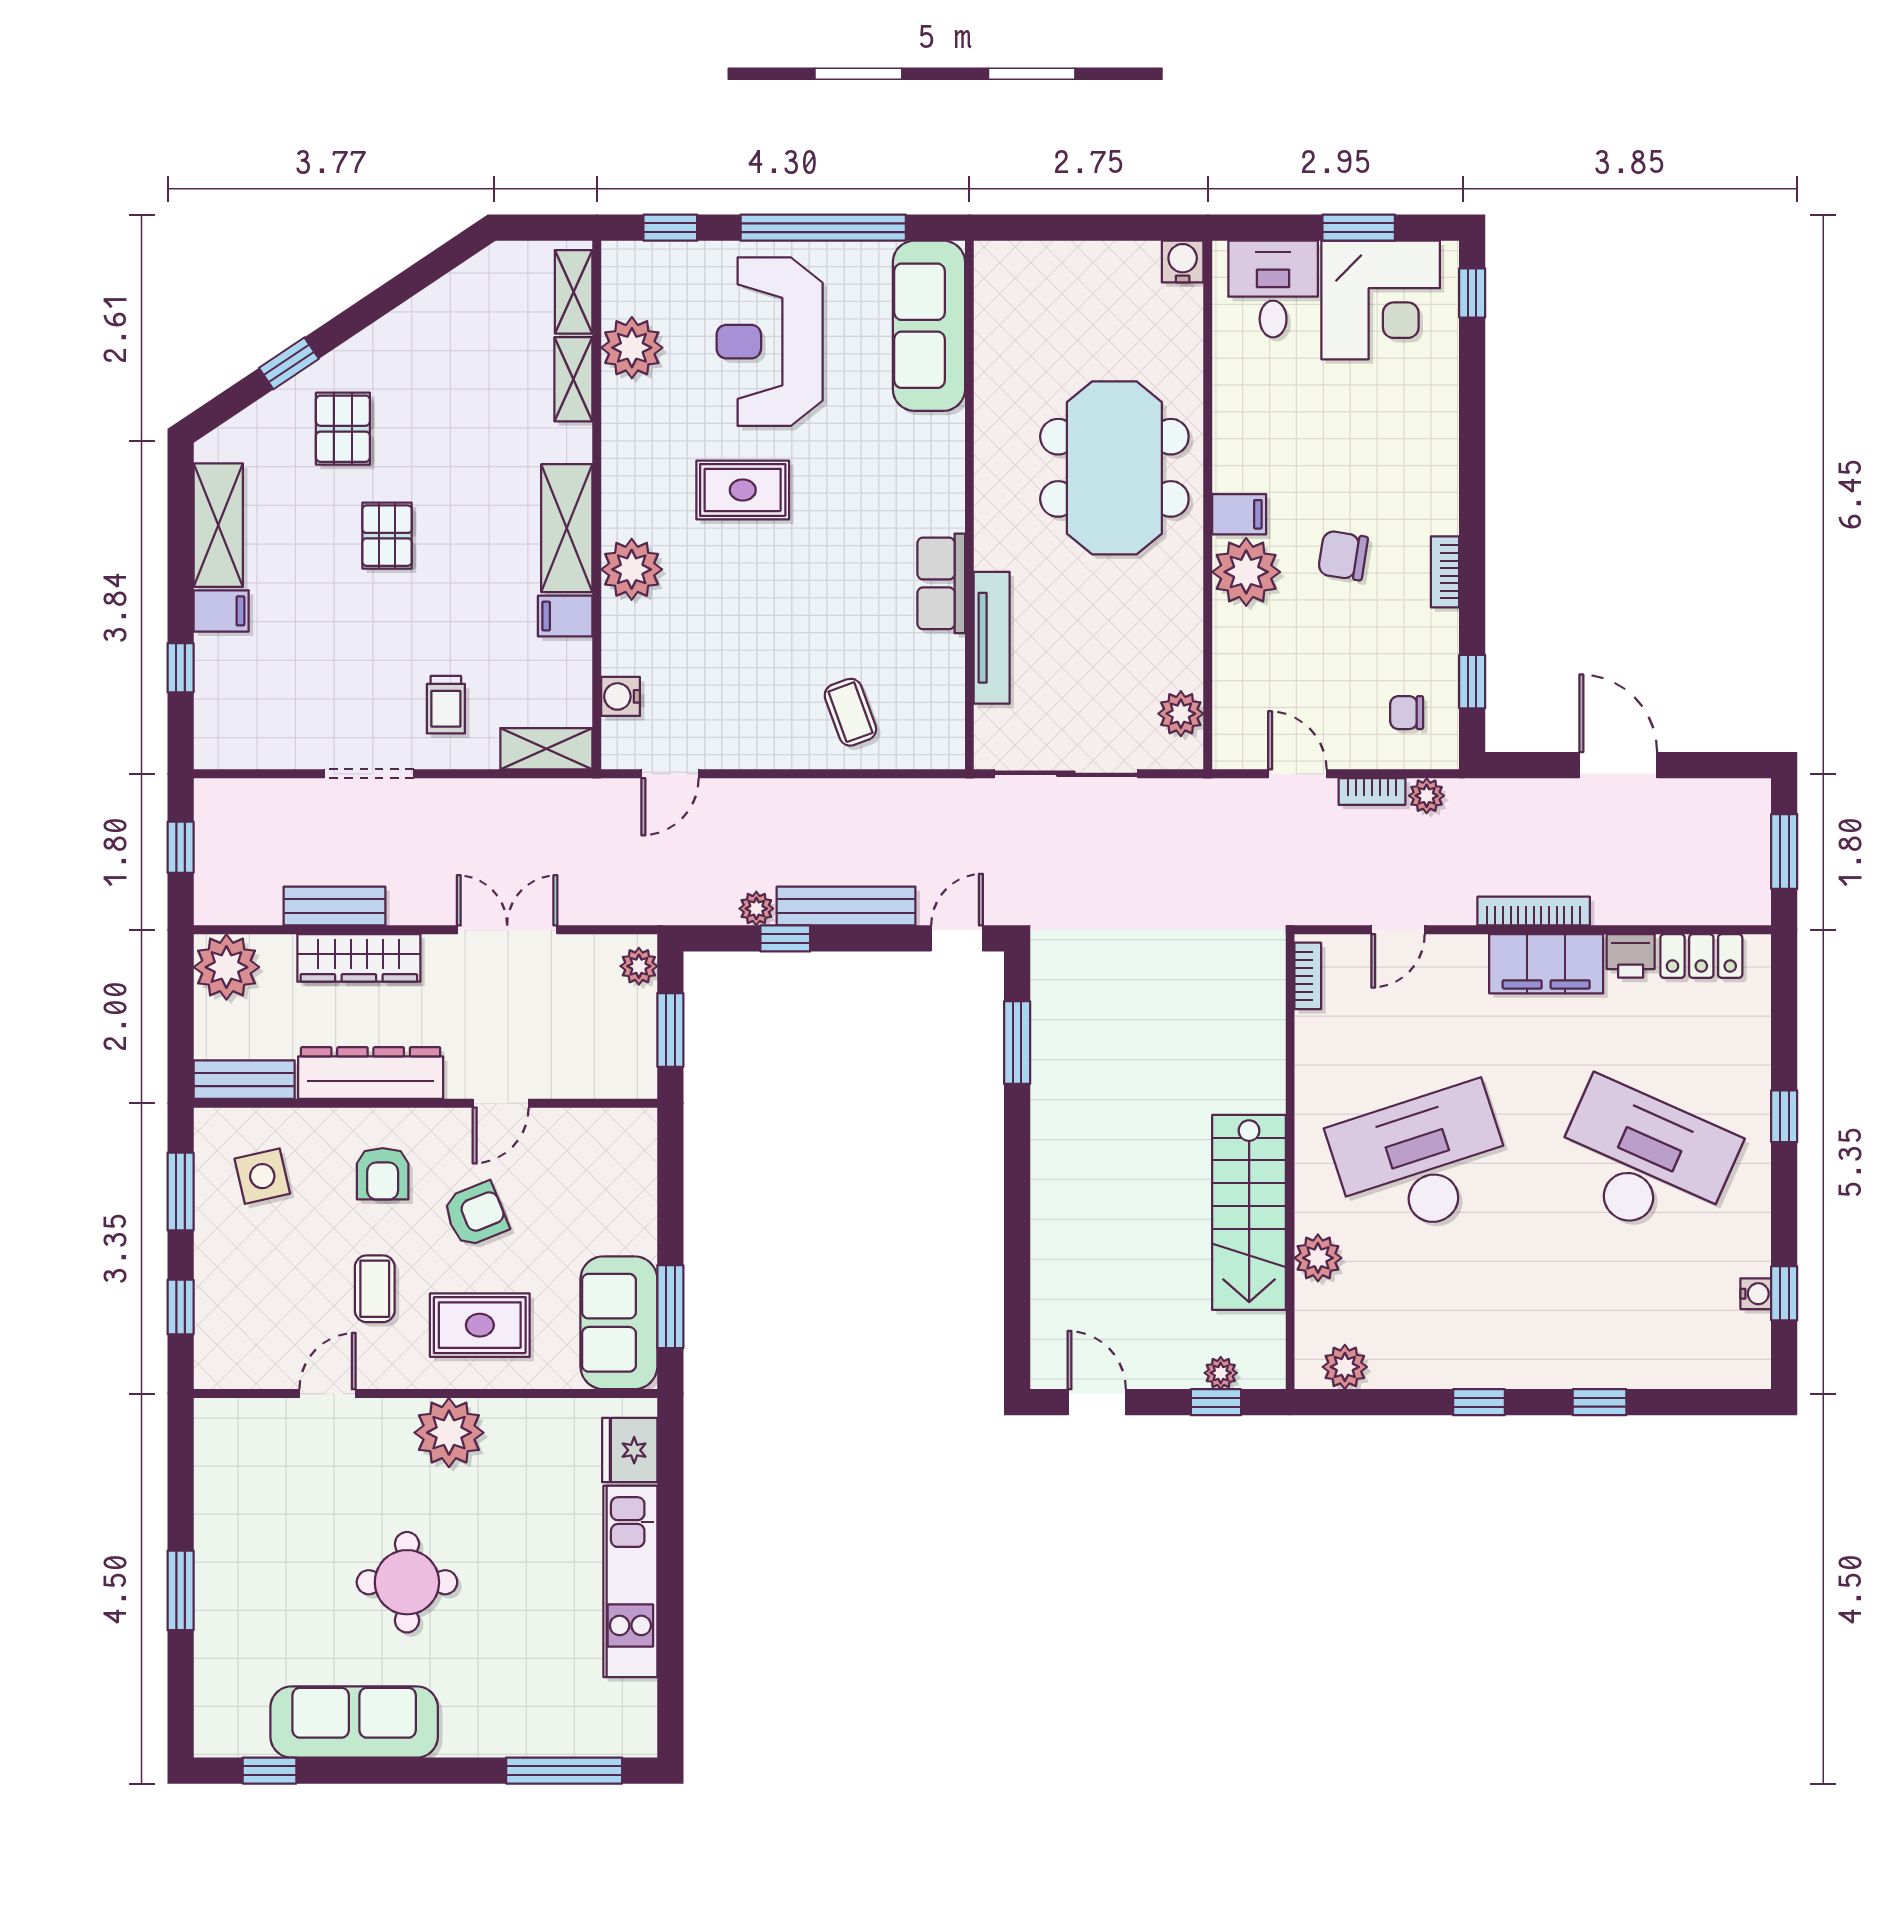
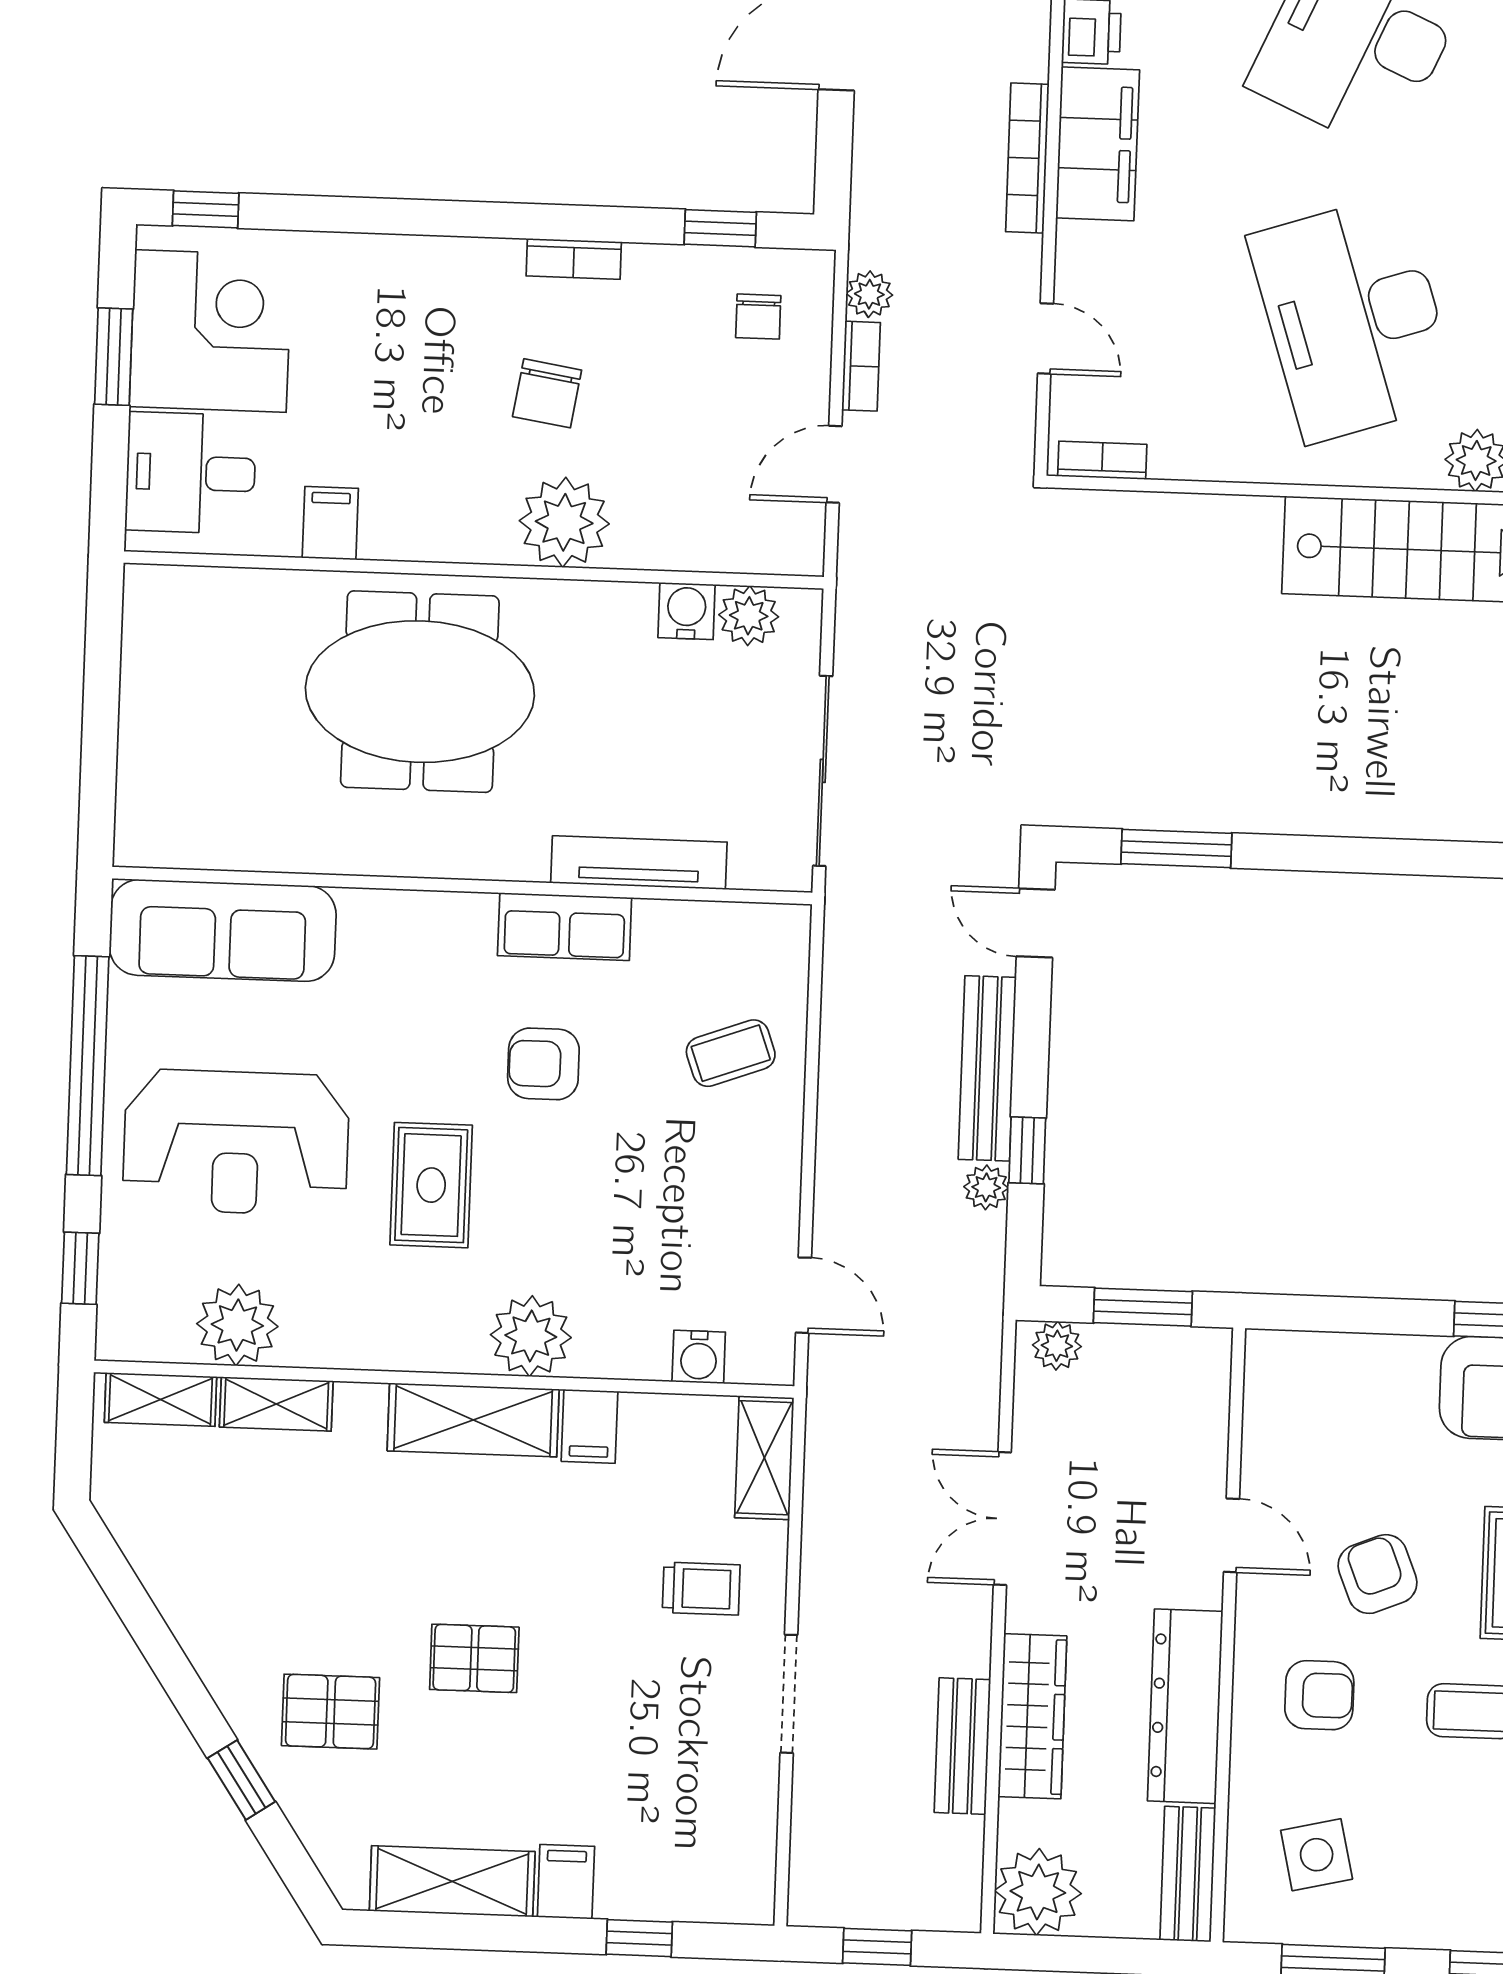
water cooler: (1183, 262) -> (687, 611), moved, turned 90
filing cabinet: (1239, 514) -> (330, 523), moved
armchair: (837, 571) -> (543, 1064), added

